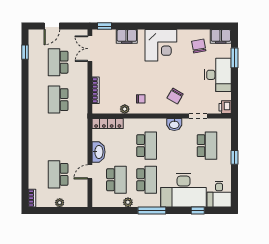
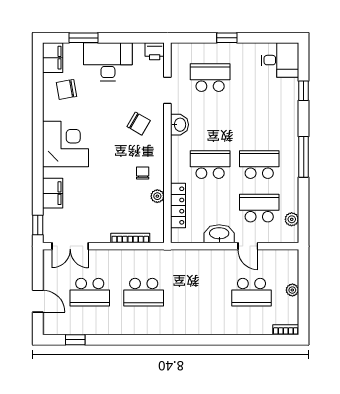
locker: (108, 123) -> (178, 206), moved
desk: (184, 190) -> (274, 111), removed
plant: (128, 202) -> (292, 219), moved

